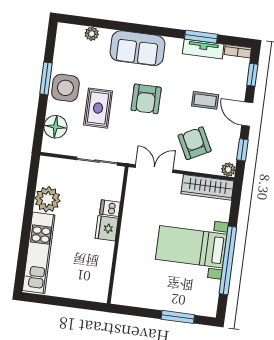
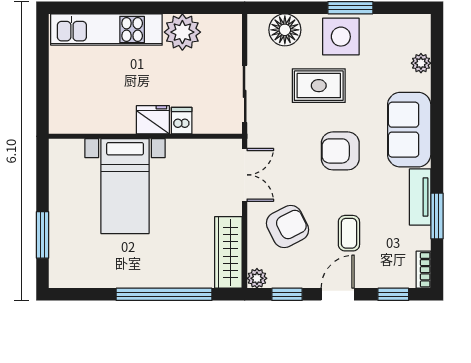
tv unit: (203, 49) -> (420, 197), moved
bed with nightstands: (191, 247) -> (125, 186), moved, turned 180
window: (228, 260) -> (164, 294), moved

